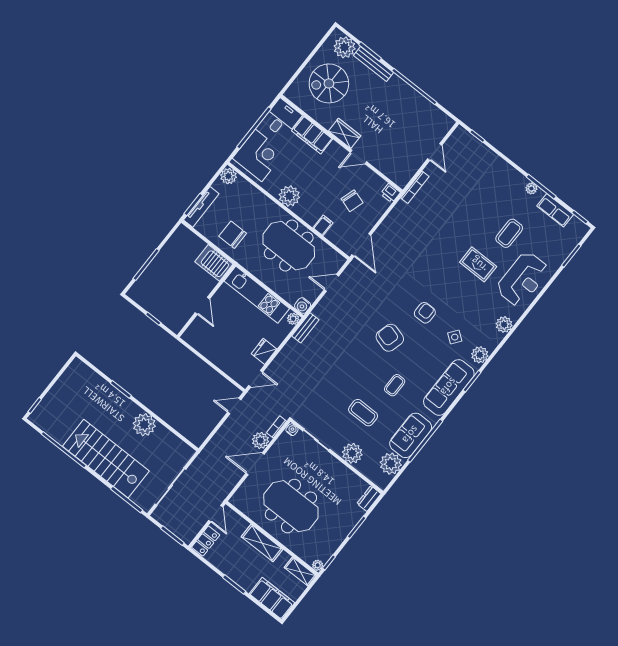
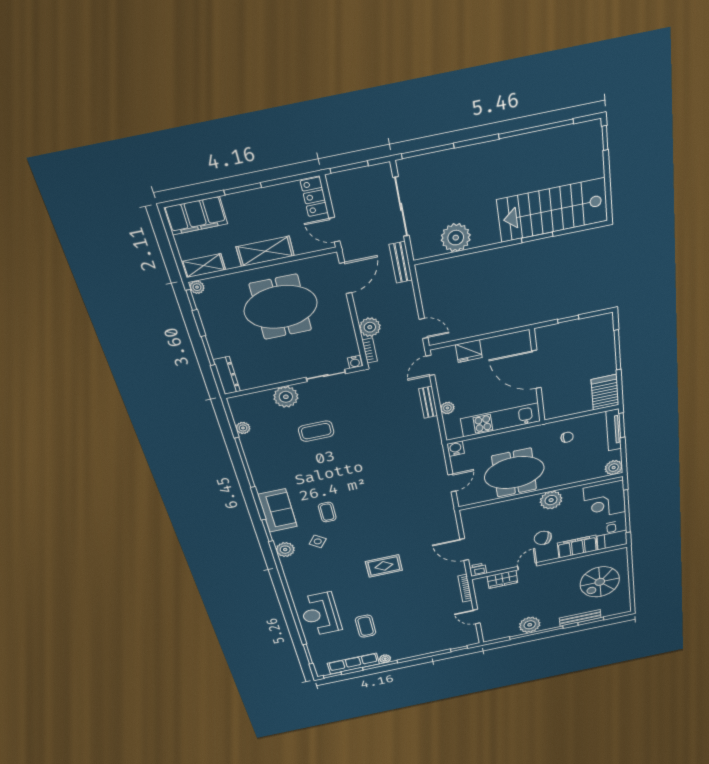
plant: (345, 47) -> (530, 625), moved
spiral stairs: (329, 83) -> (600, 582), turned 180
wardrobe: (345, 133) -> (502, 579), moved
chair: (352, 201) -> (543, 538), moved
row of seats: (555, 210) -> (353, 664), width x1.48
filing cabinet: (323, 225) -> (503, 508), removed
chair: (233, 235) -> (567, 437), width x0.54, depth x0.54
door: (361, 245) -> (464, 550), moved
server rack: (214, 263) -> (605, 392), moved, turned -90
rug: (478, 264) -> (384, 566), moved
door: (202, 306) -> (536, 369), width x1.88
armchair: (425, 313) -> (359, 533), removed
plant: (293, 319) -> (447, 408), moved
plant: (504, 325) -> (295, 581), removed
bench: (305, 328) -> (428, 402), moved
armchair: (390, 338) -> (363, 495), removed
fridge: (264, 351) -> (469, 351), moved, turned 90
coffee table: (395, 385) -> (327, 512), moved
sofa: (449, 387) -> (278, 511), width x0.73
door: (234, 406) -> (424, 328), hinge flipped
plant: (144, 425) -> (456, 238), moved
sofa: (411, 435) -> (260, 455), removed
bench: (203, 458) -> (401, 262), added
stairs: (106, 459) -> (553, 210), moved, turned 180
door: (255, 464) -> (345, 278), moved
plant: (391, 464) -> (243, 428), width x0.53, depth x0.53
dresser: (369, 499) -> (227, 376), width x1.44

